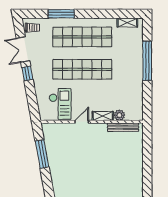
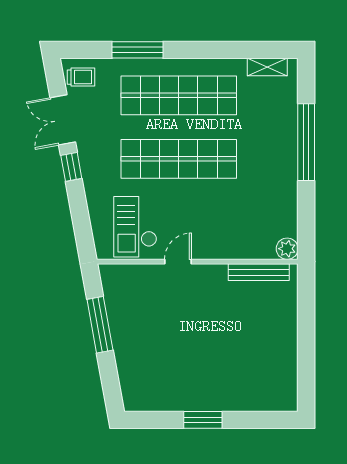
checkout: (60, 104) -> (135, 227), turned 180
plant: (119, 115) -> (287, 249), moved
shelving: (103, 116) -> (219, 250), removed

